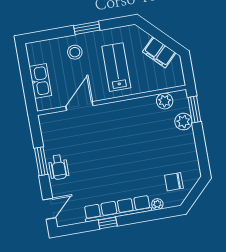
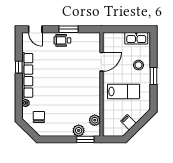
filing cabinet: (159, 52) -> (128, 122), width x0.50
kitchen sink: (40, 81) -> (136, 38), moved
door: (79, 106) -> (101, 62), hinge flipped

